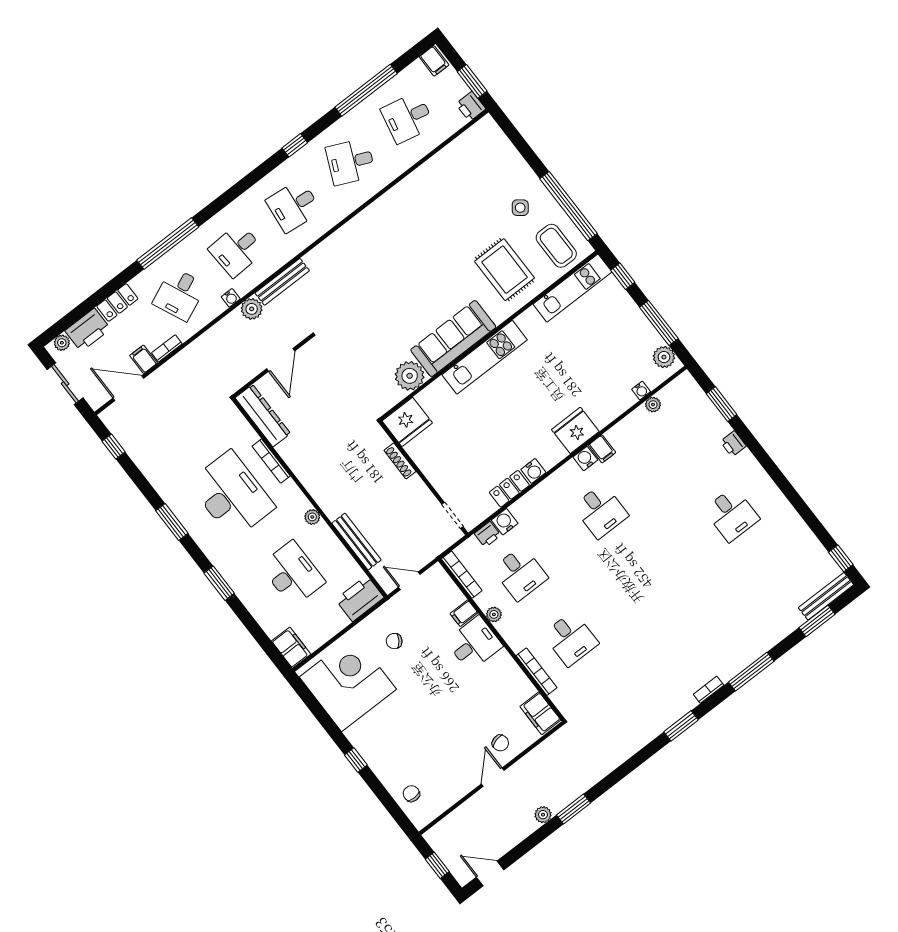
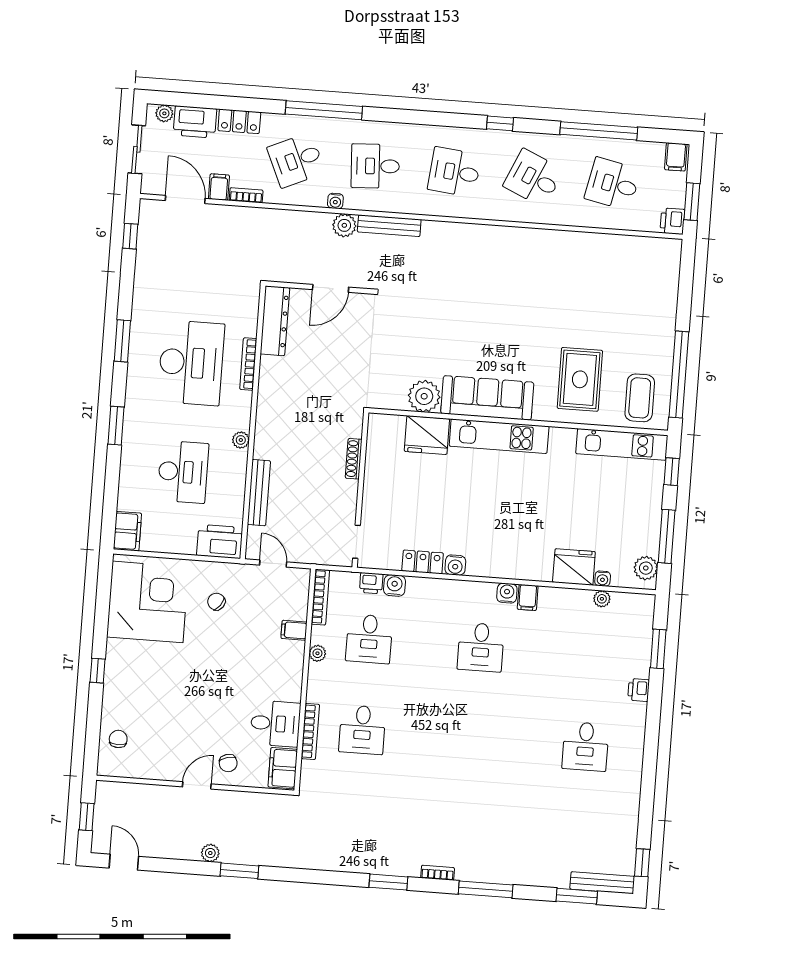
side table: (520, 208) -> (638, 340), removed
fridge: (407, 422) -> (427, 435), moved
fridge: (575, 430) -> (574, 567), moved
desk: (474, 644) -> (275, 724), moved

